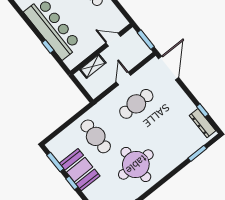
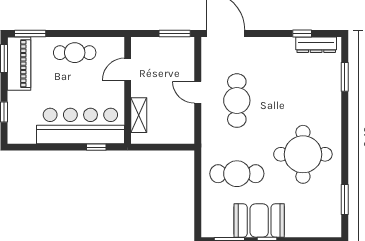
door: (113, 40) -> (128, 69), moved
wall: (102, 49) -> (128, 90), moved
shelving: (93, 66) -> (139, 115), moved

